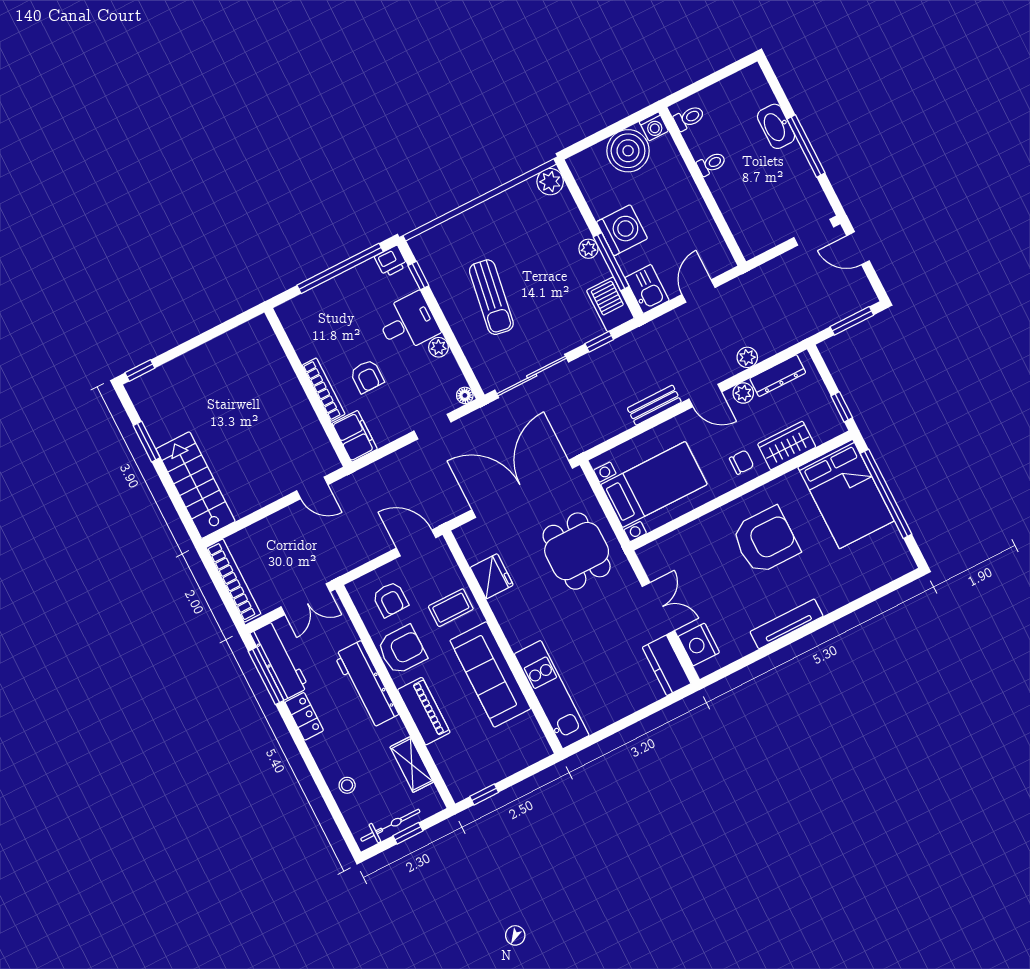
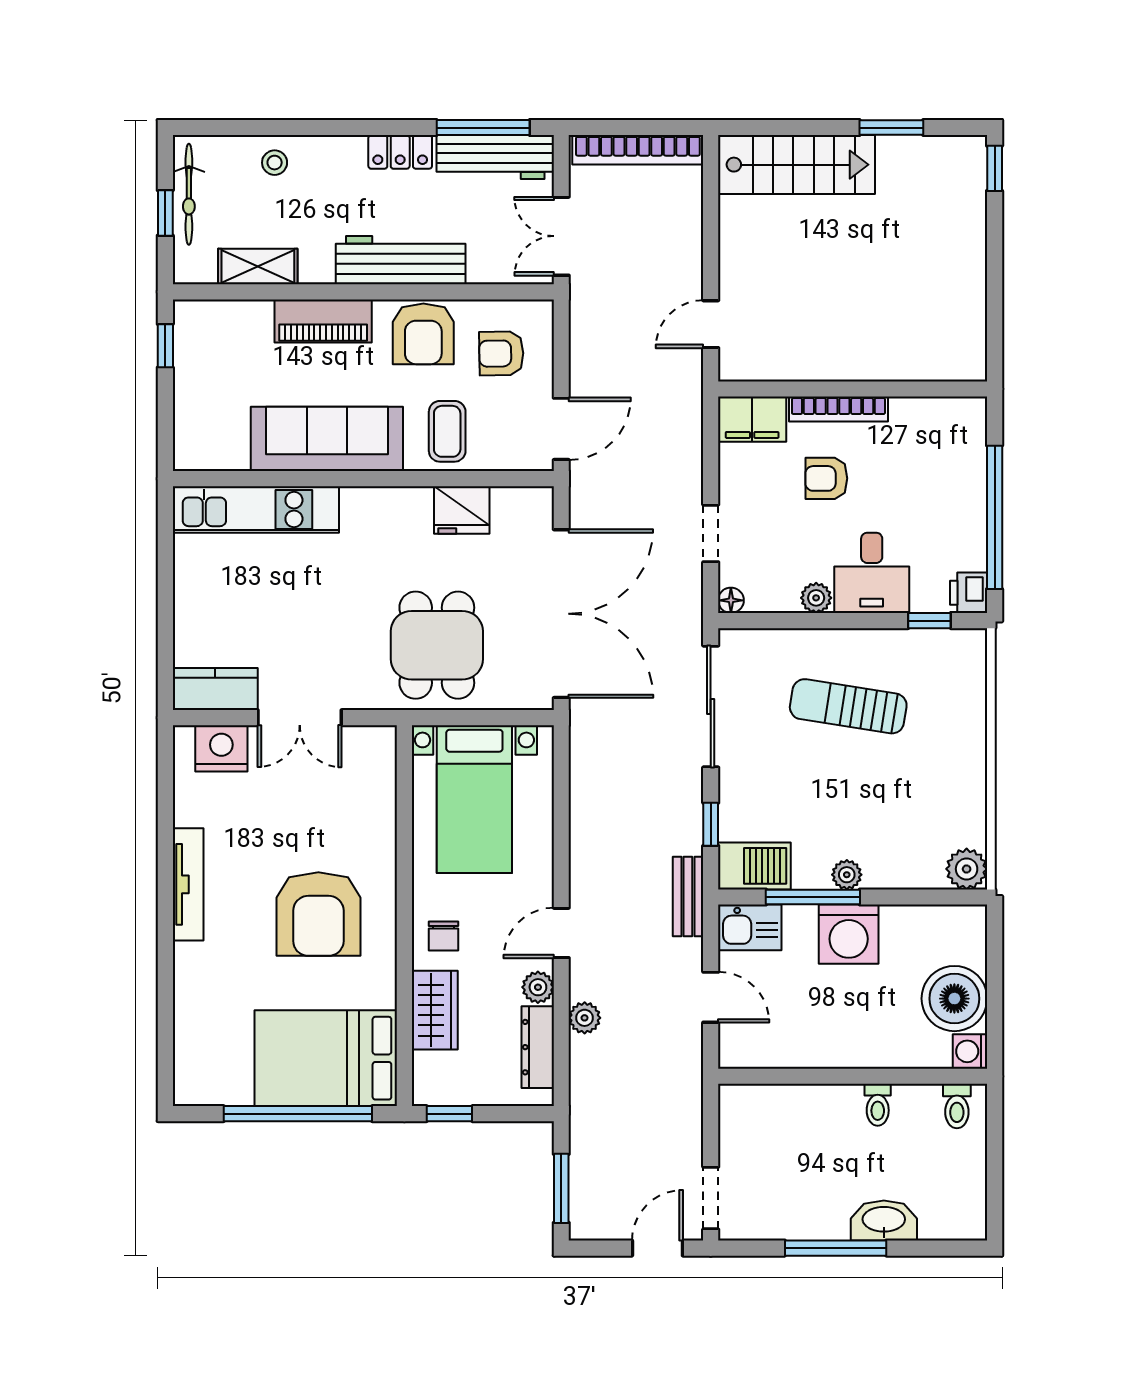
bench: (654, 405) -> (688, 897), moved
dining table: (577, 551) -> (437, 645), turned 90

